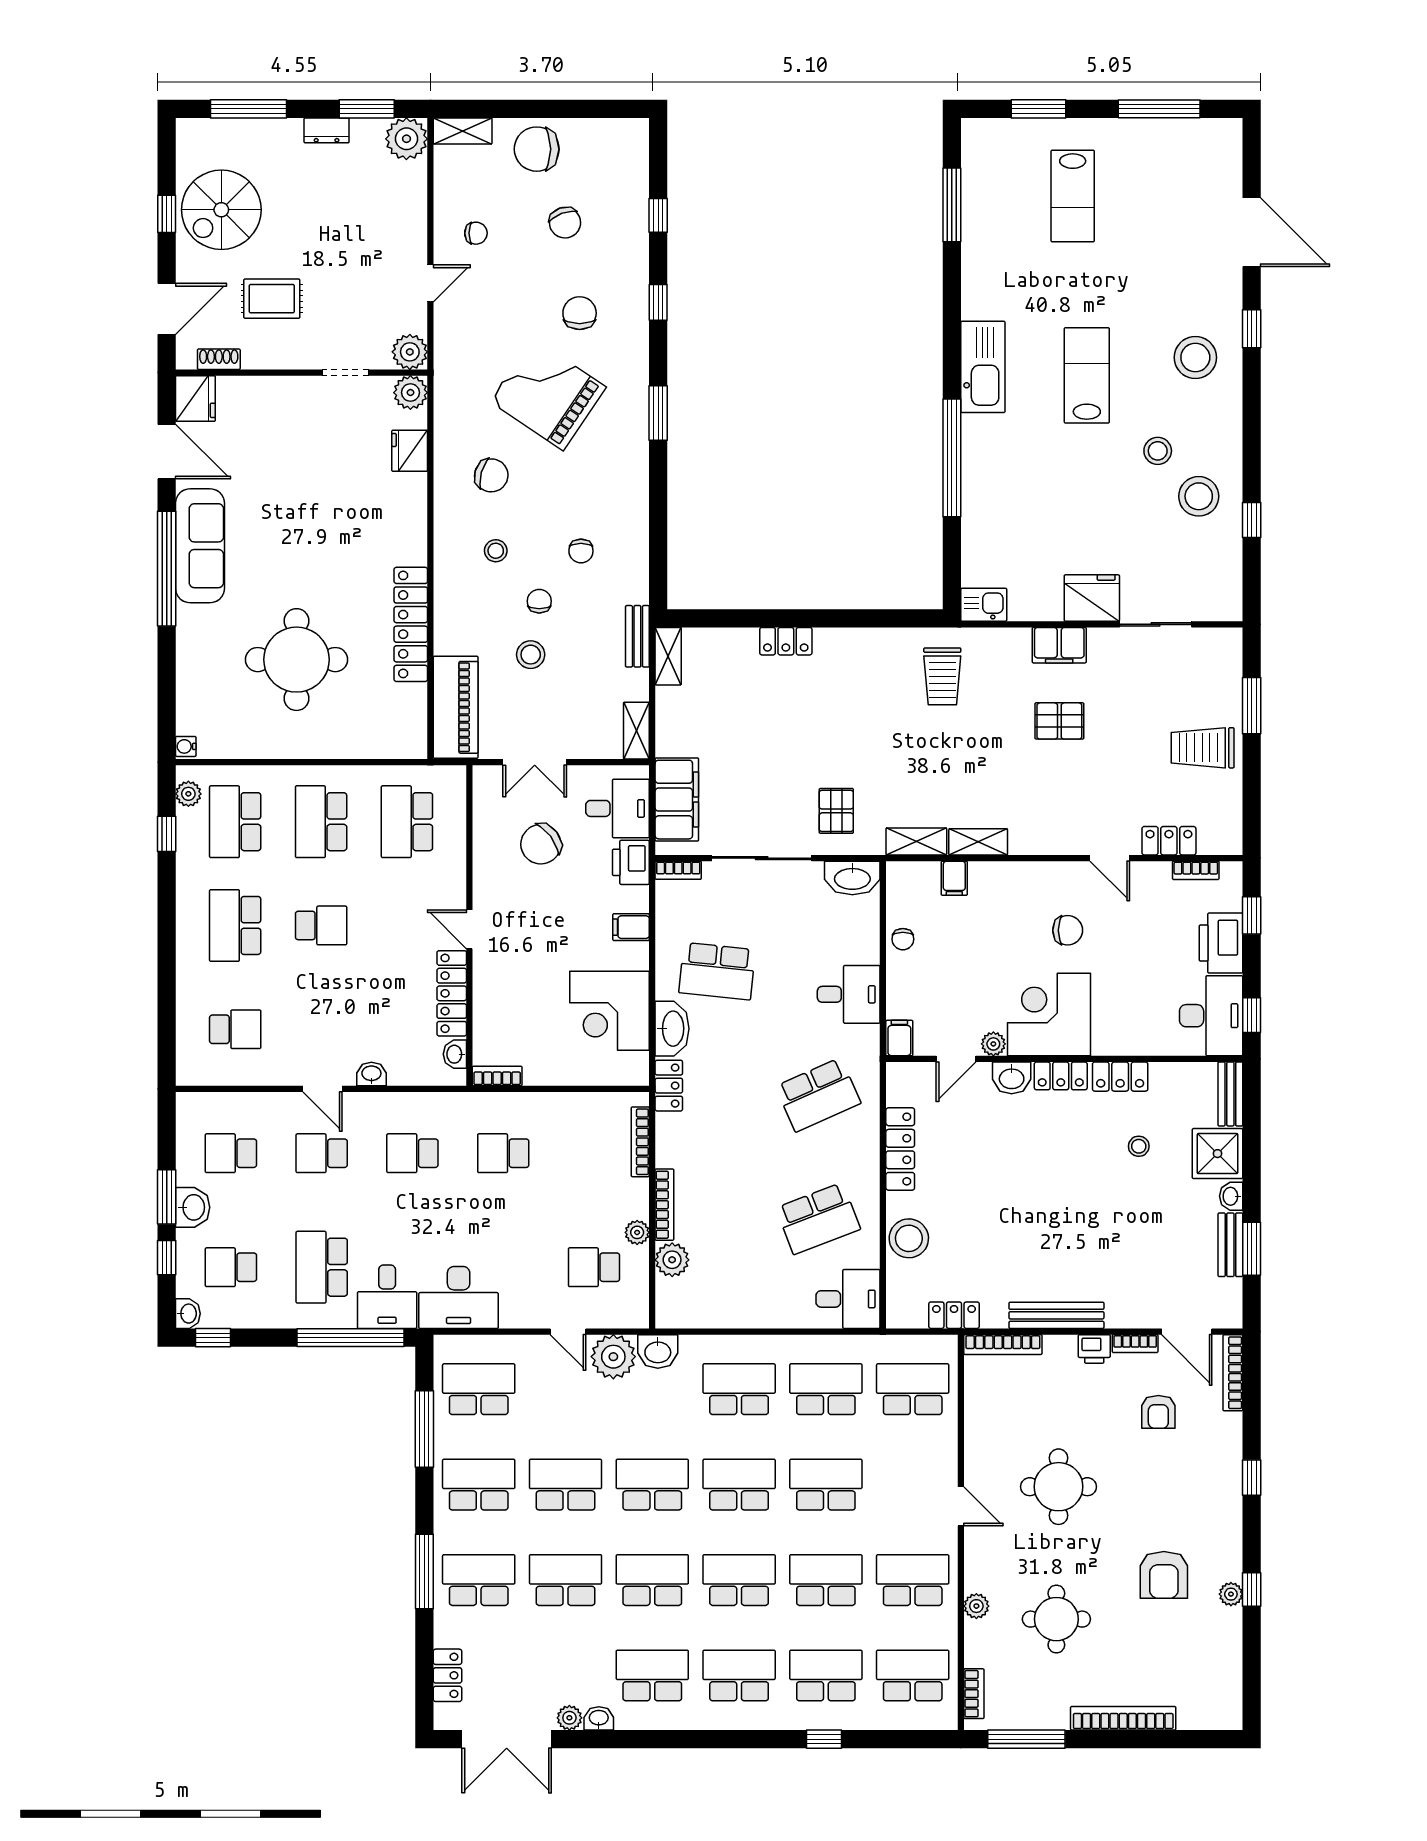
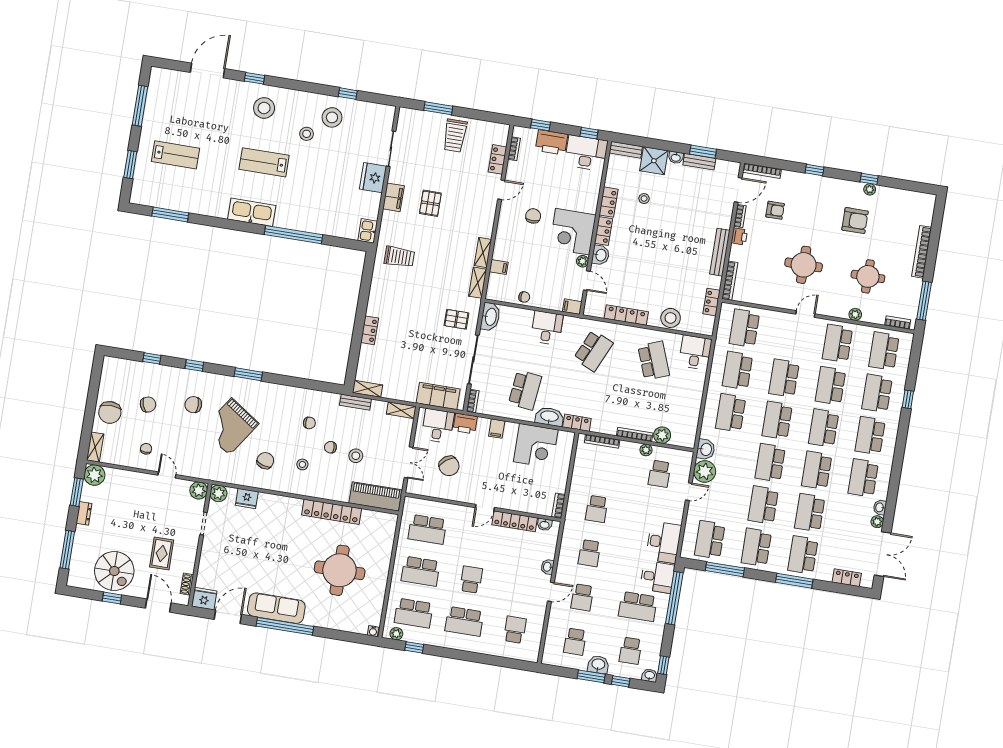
school desk: (818, 1095) -> (593, 351), turned 48

